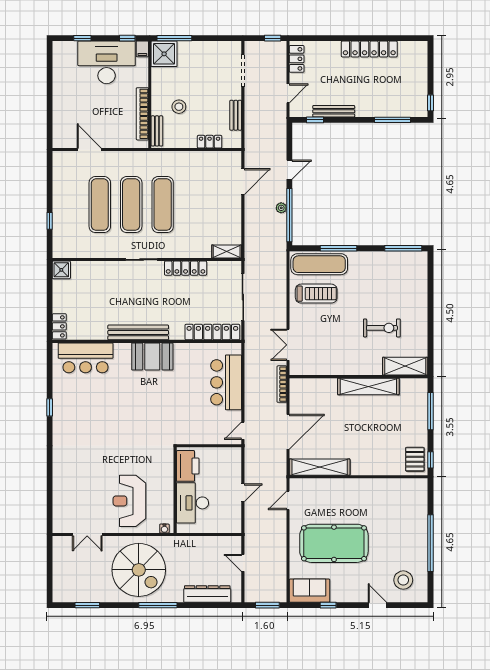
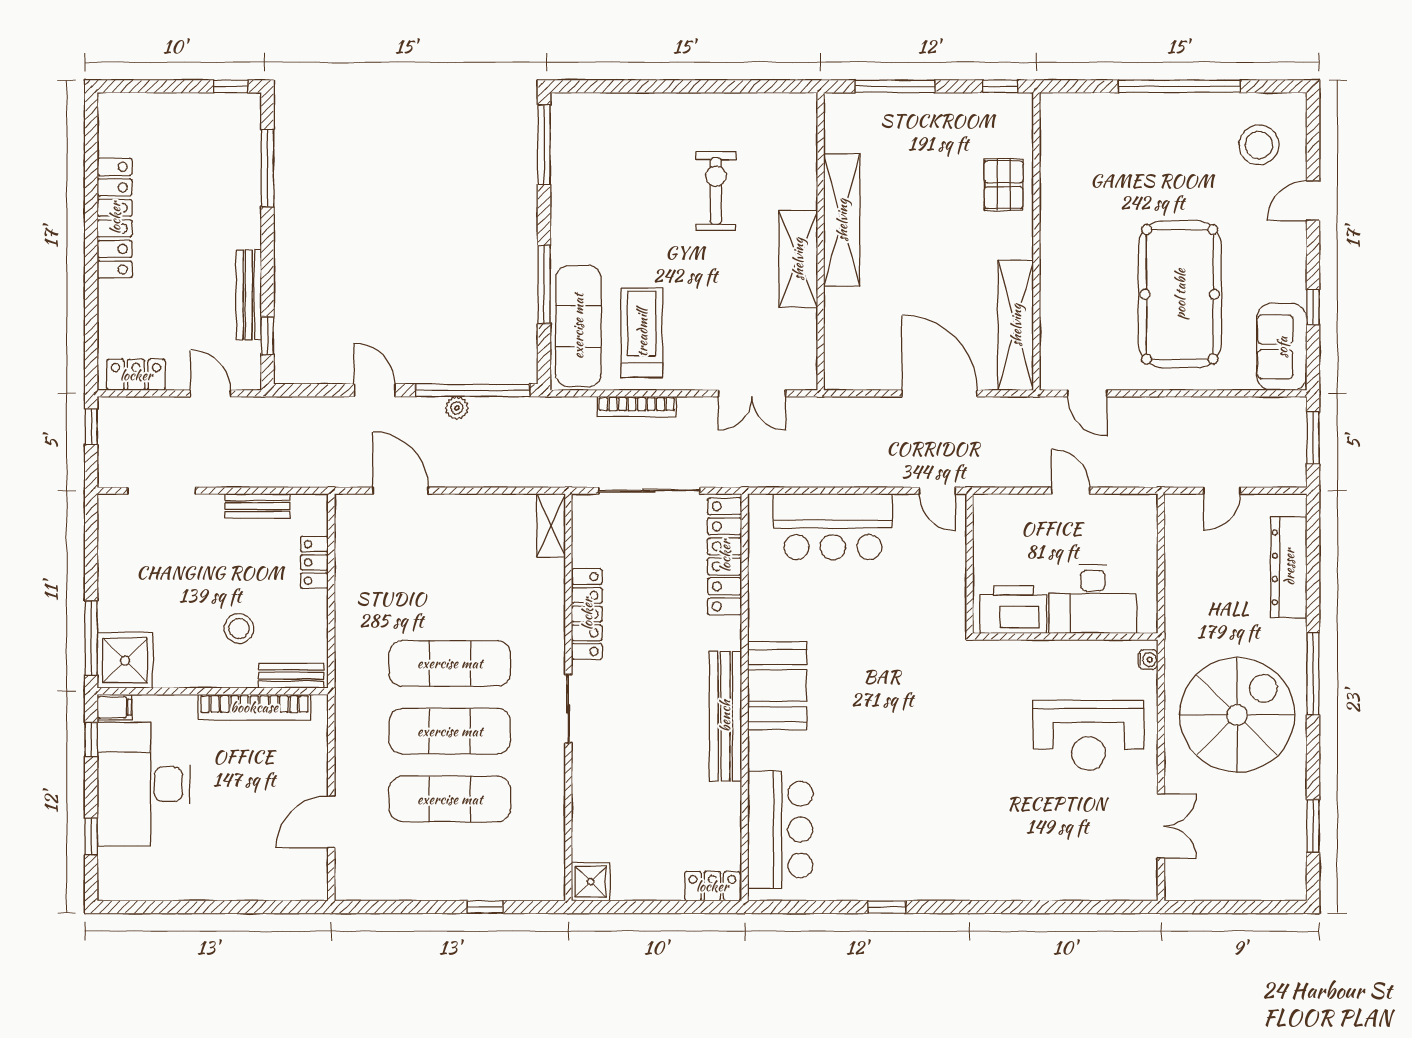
shelving: (405, 366) -> (798, 259), moved
bookcase: (282, 384) -> (637, 407), moved
pallet: (415, 459) -> (1004, 185), moved, turned 90

